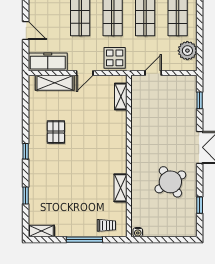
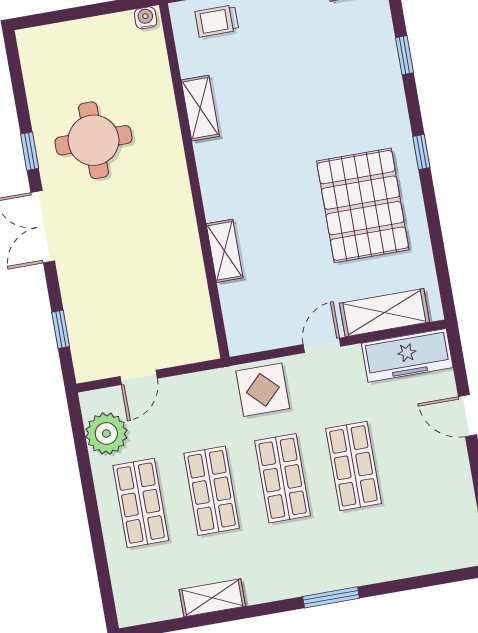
door: (153, 73) -> (139, 377), moved
shelving: (121, 97) -> (225, 251), moved
pallet: (56, 132) -> (363, 205), width x2.05, depth x2.00
round table: (170, 182) -> (93, 140), turned 32
window: (200, 205) -> (30, 151), moved

